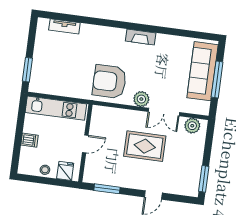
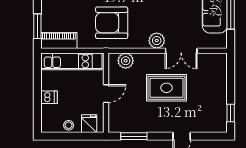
armchair: (109, 82) -> (112, 23), moved
piano: (47, 86) -> (59, 40), added
plant: (192, 126) -> (126, 61), moved
window: (204, 179) -> (231, 113), width x0.67

